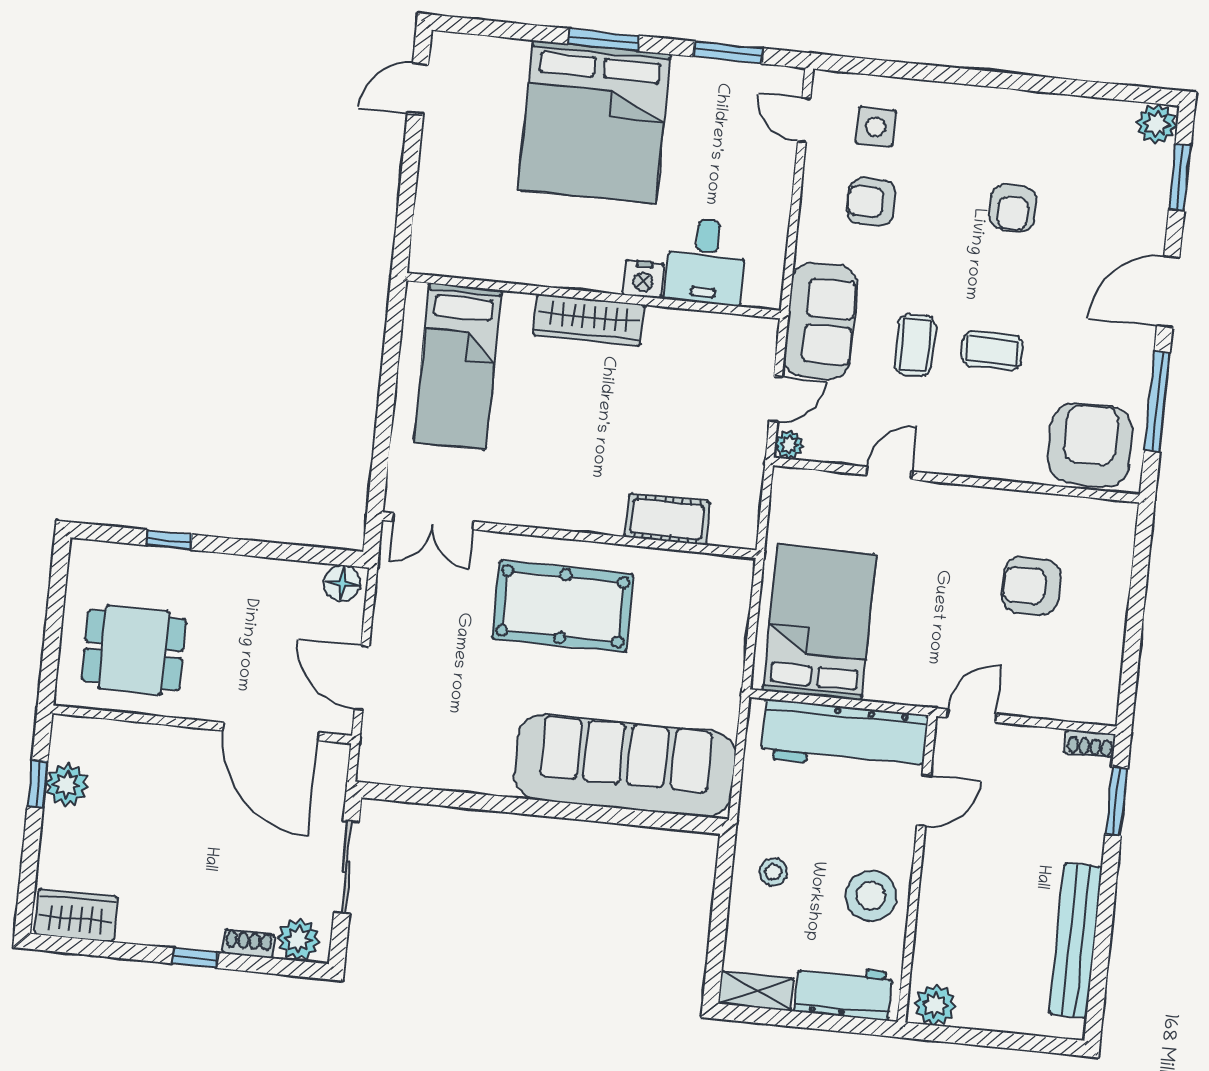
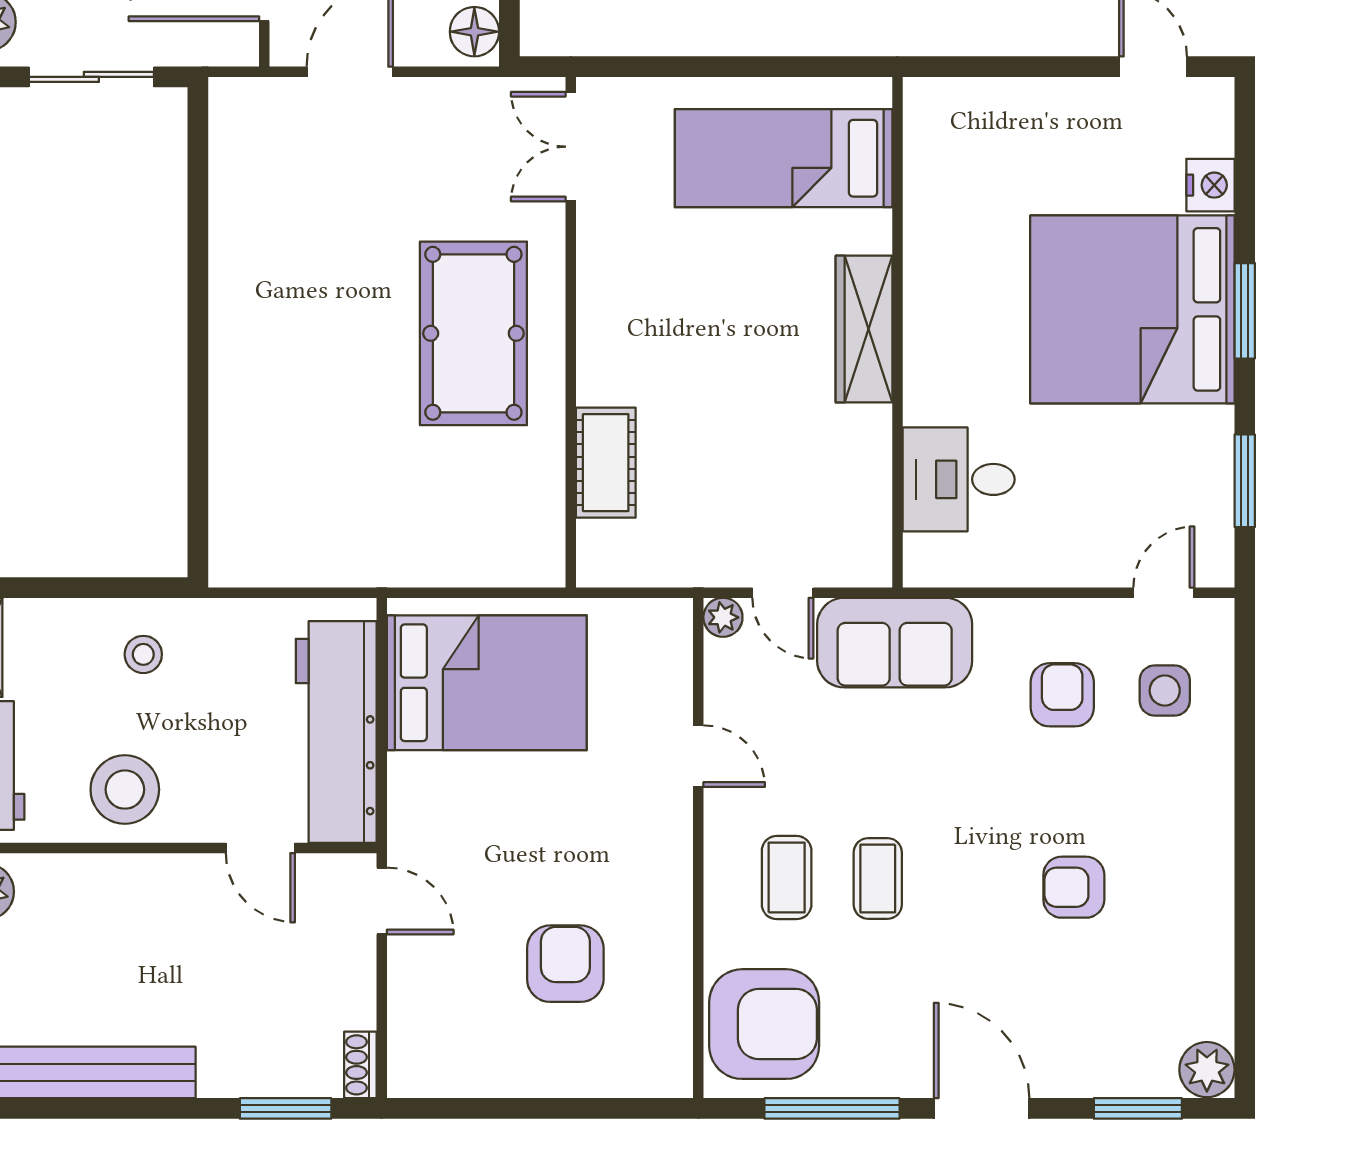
nightstand: (643, 279) -> (1210, 185), moved, turned 180
coffee table: (915, 345) -> (787, 878), moved, turned 90
sofa: (625, 765) -> (267, 439), removed

